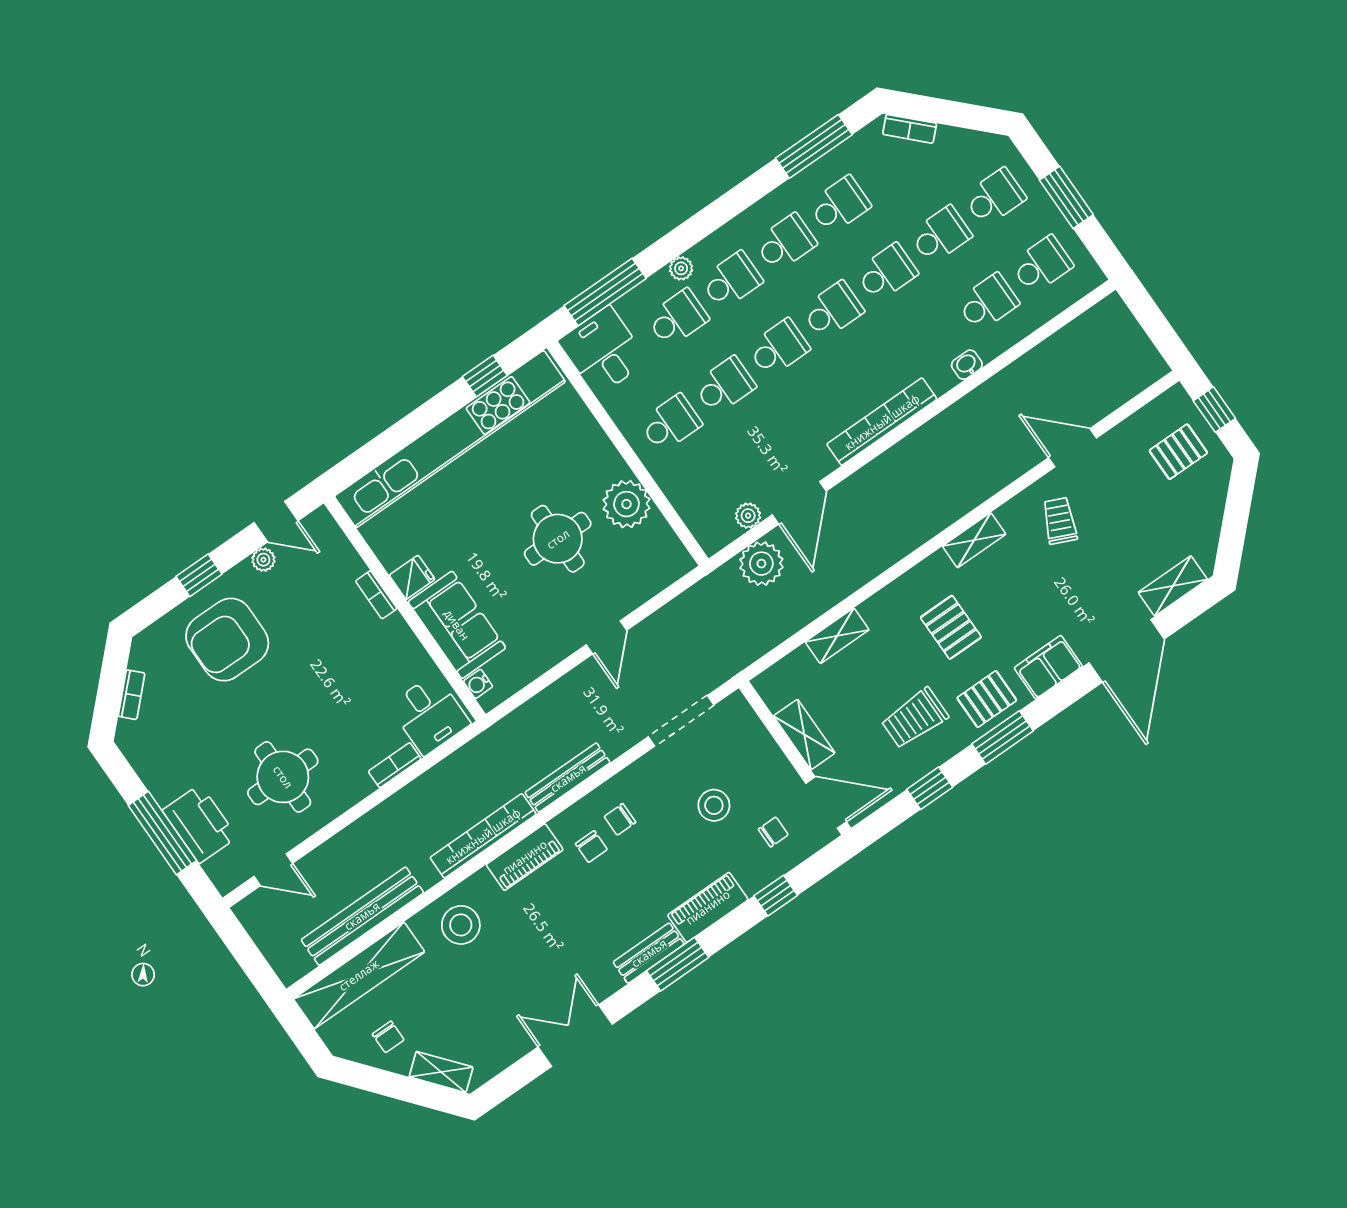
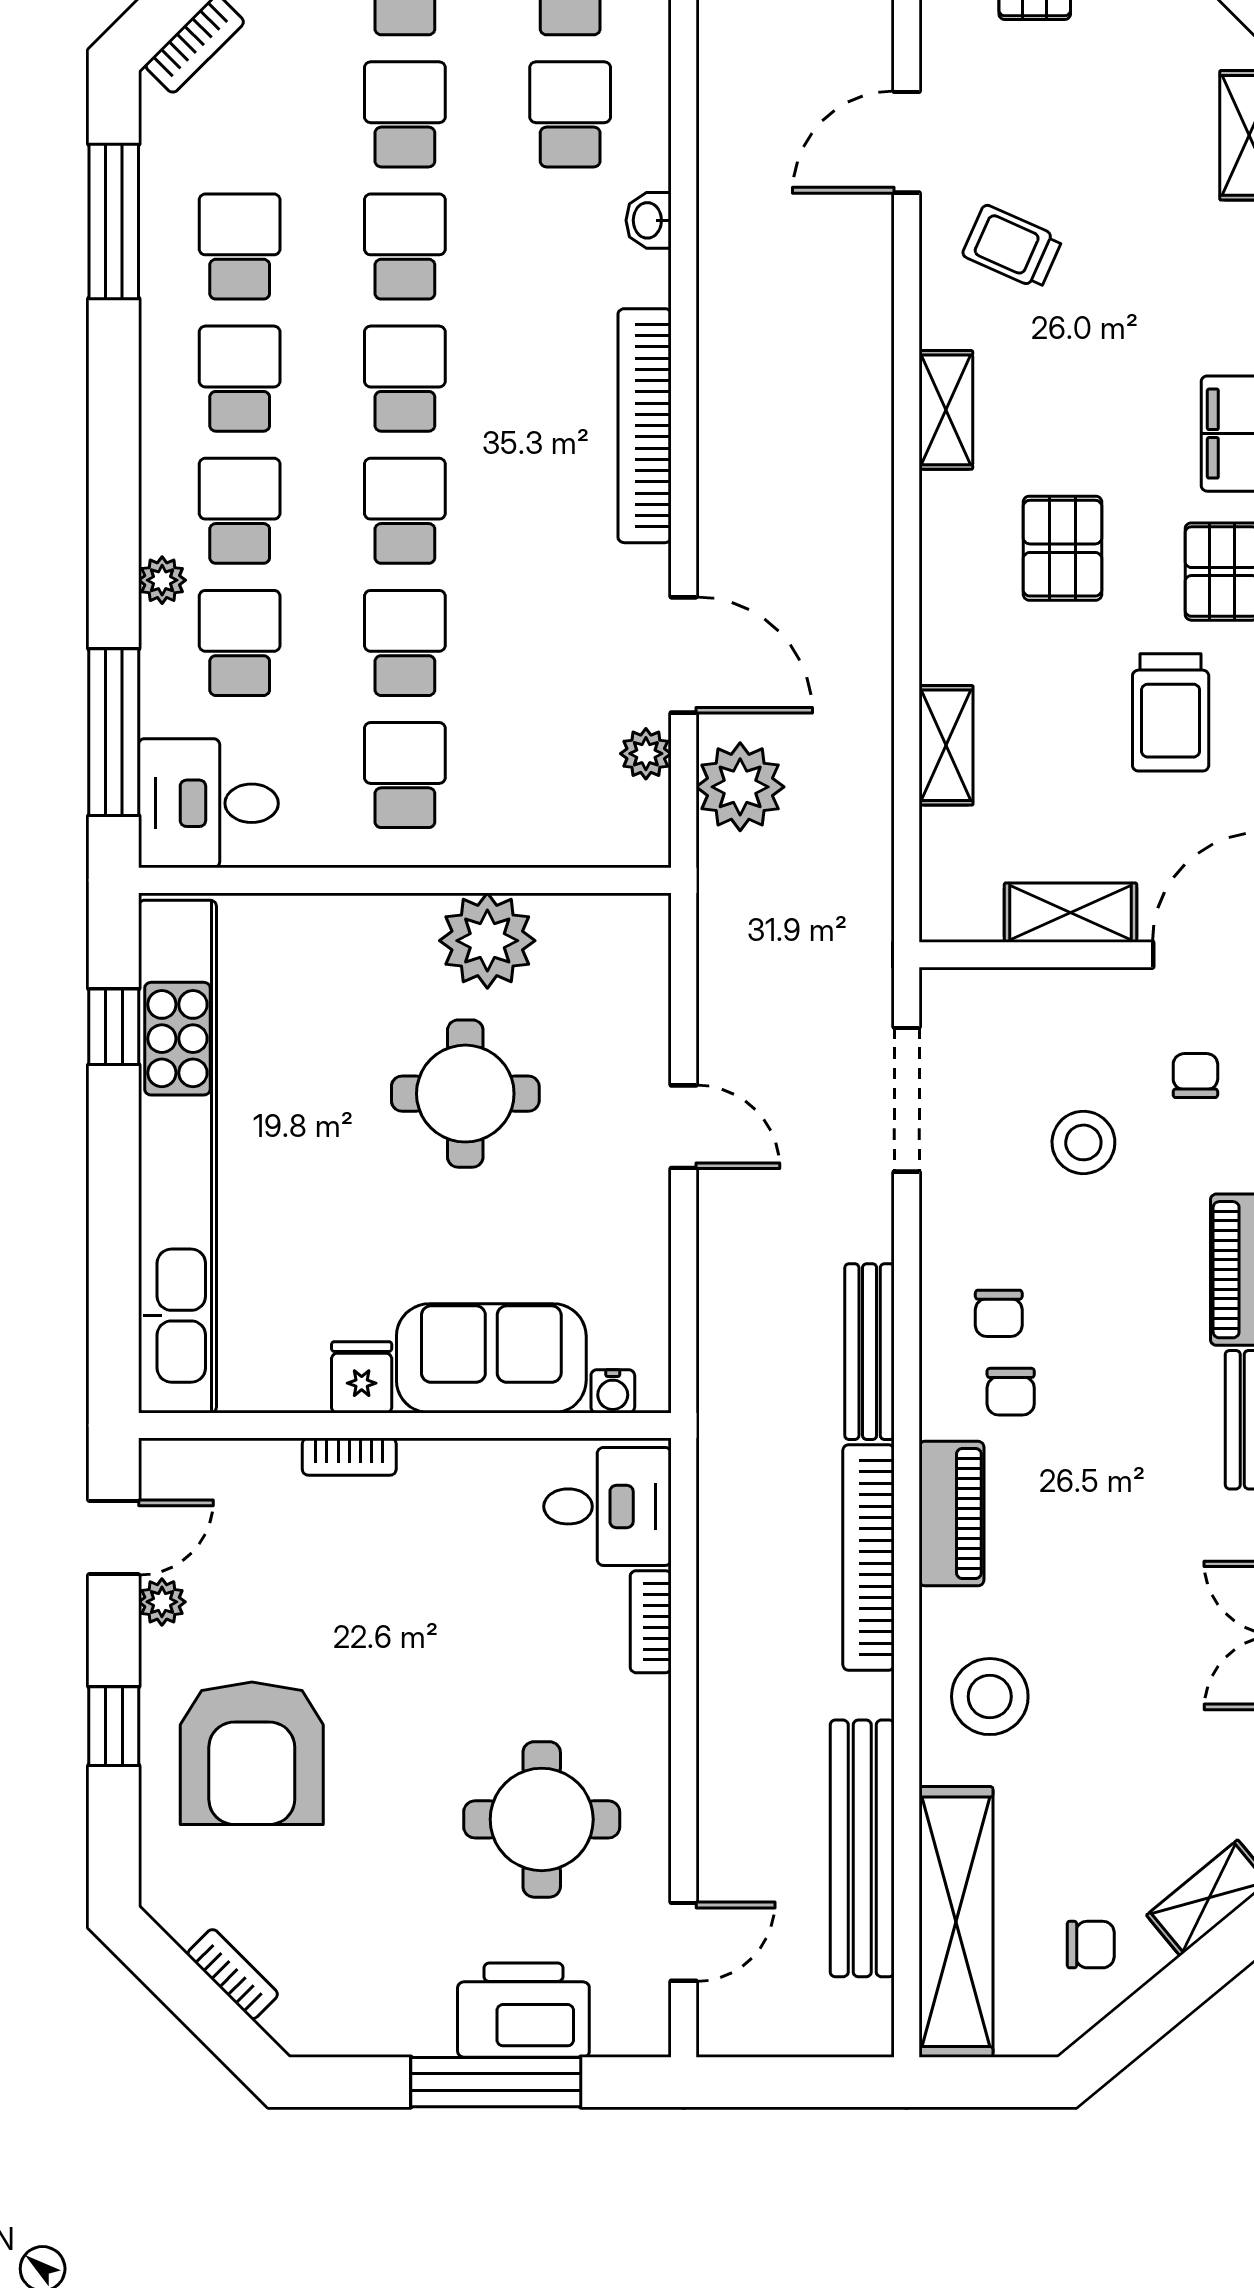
pallet: (951, 627) -> (1062, 548), turned 90
chair: (591, 847) -> (1011, 1392), turned 90

